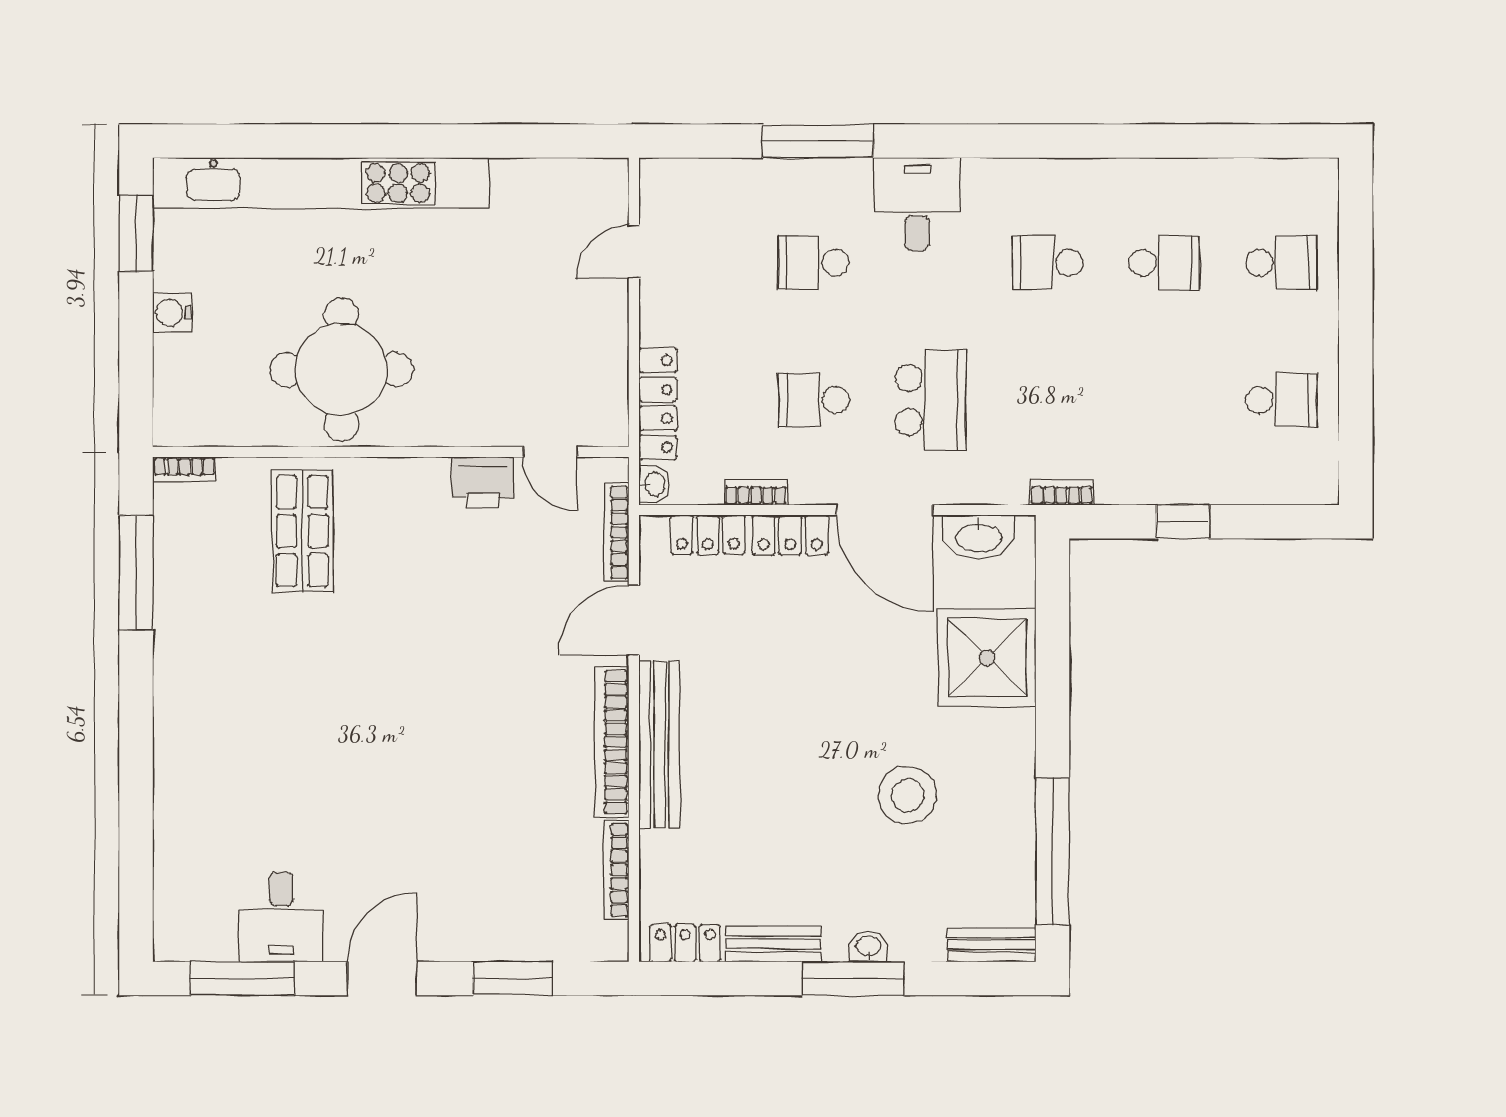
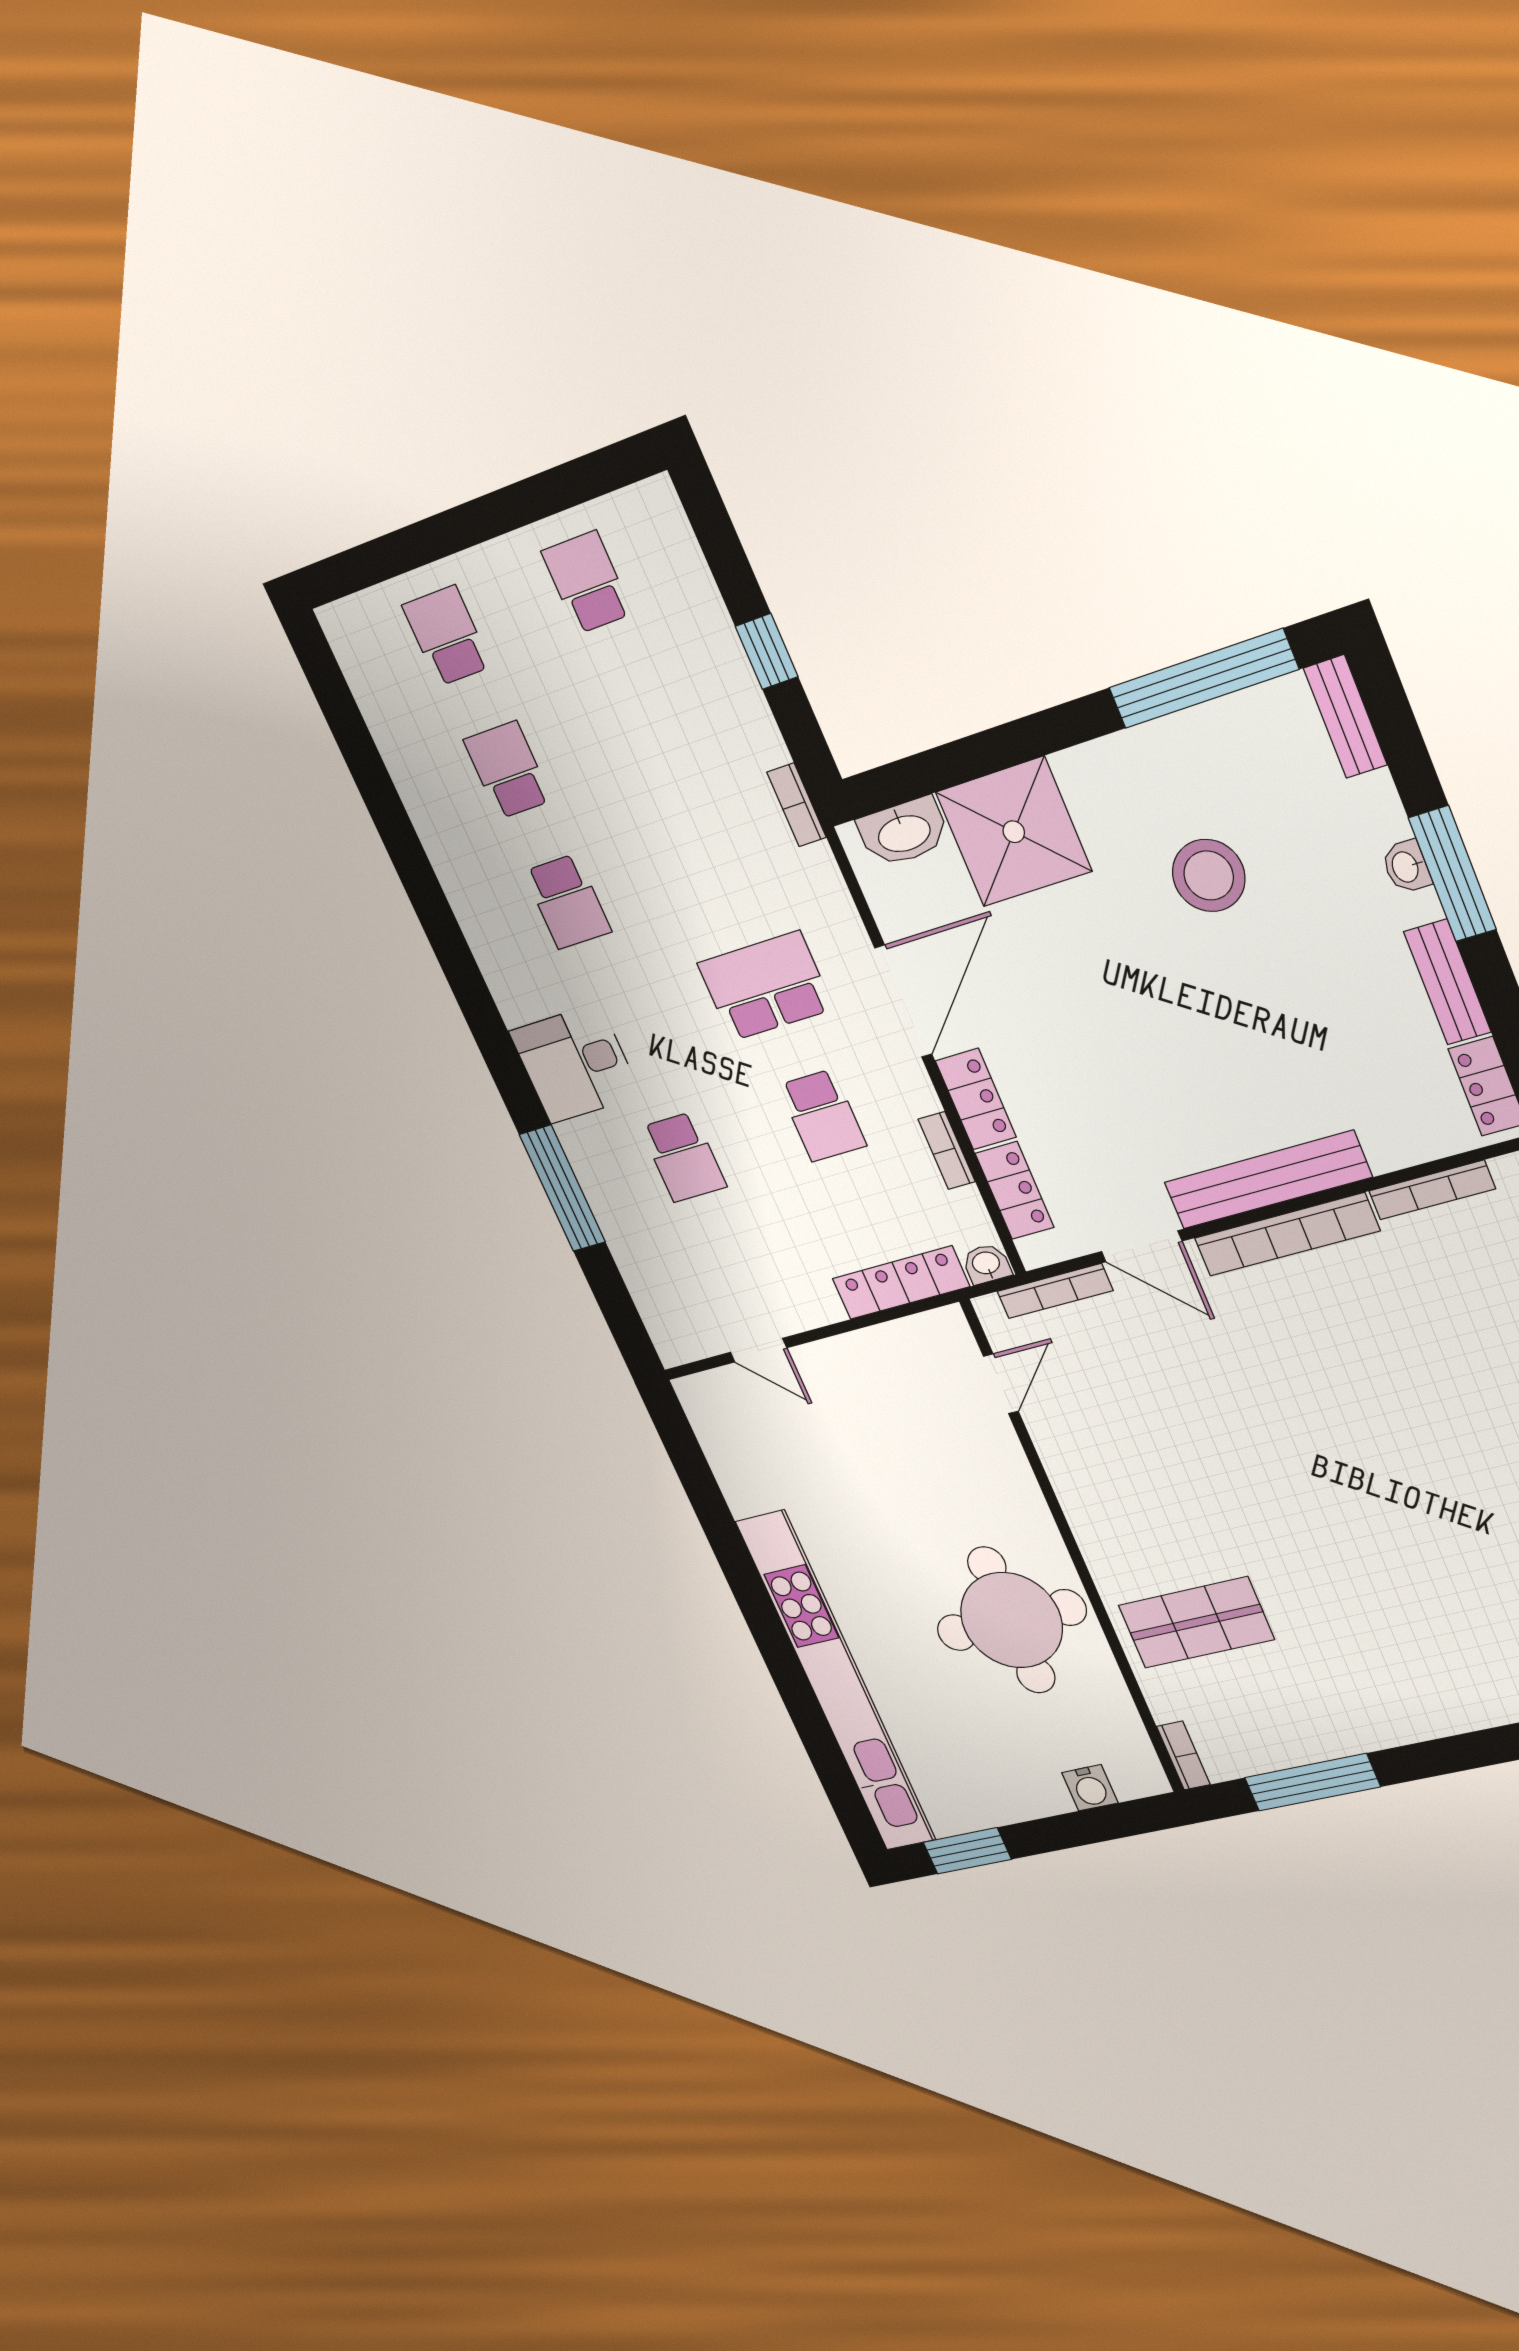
water cooler: (172, 313) -> (1090, 1788), moved
printer: (482, 482) -> (1064, 1447), removed
washbasin: (979, 537) -> (904, 832), moved, turned 90

